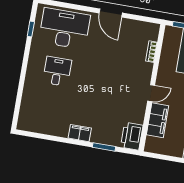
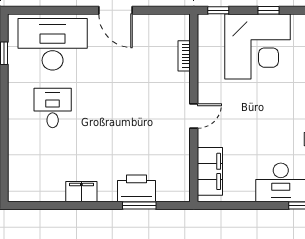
filing cabinet: (158, 120) -> (210, 171), moved
filing cabinet: (80, 133) -> (81, 192), moved
printer: (132, 136) -> (136, 188), moved, turned 90

